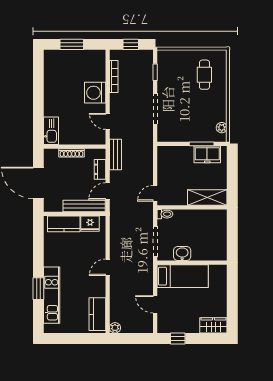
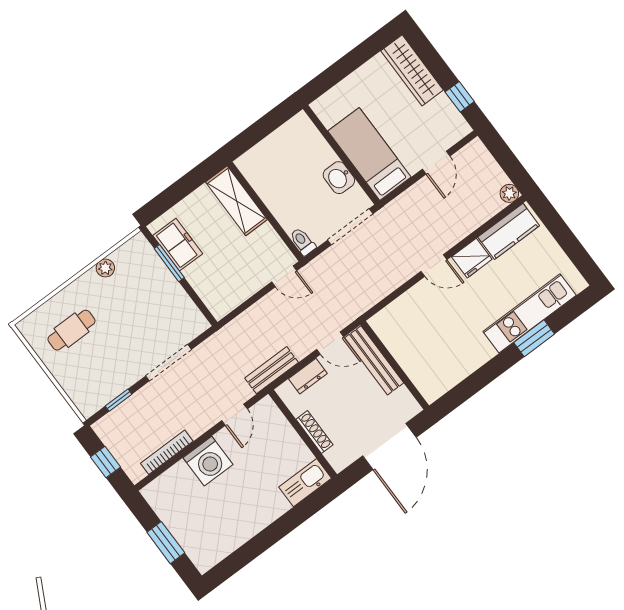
plant: (222, 128) -> (105, 268), moved
kitchen counter: (64, 224) -> (420, 370), removed
fridge: (90, 224) -> (472, 258), moved, turned 90
wardrobe: (213, 325) -> (412, 70), width x1.50

